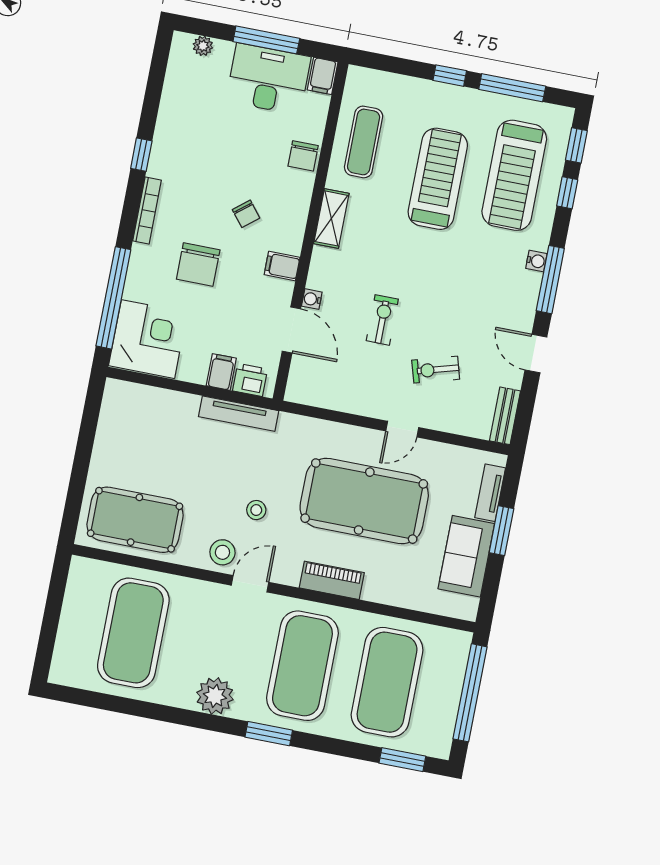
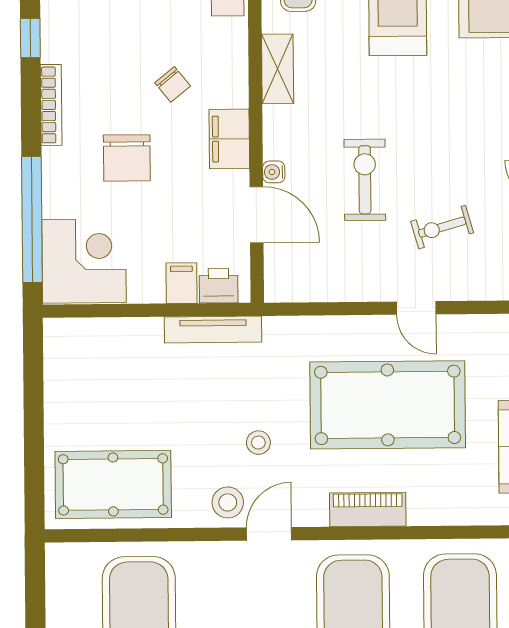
filing cabinet: (282, 266) -> (229, 139), width x2.00
exercise bike: (382, 320) -> (365, 180), width x1.38, depth x1.39
door: (402, 429) -> (416, 308), hinge flipped

